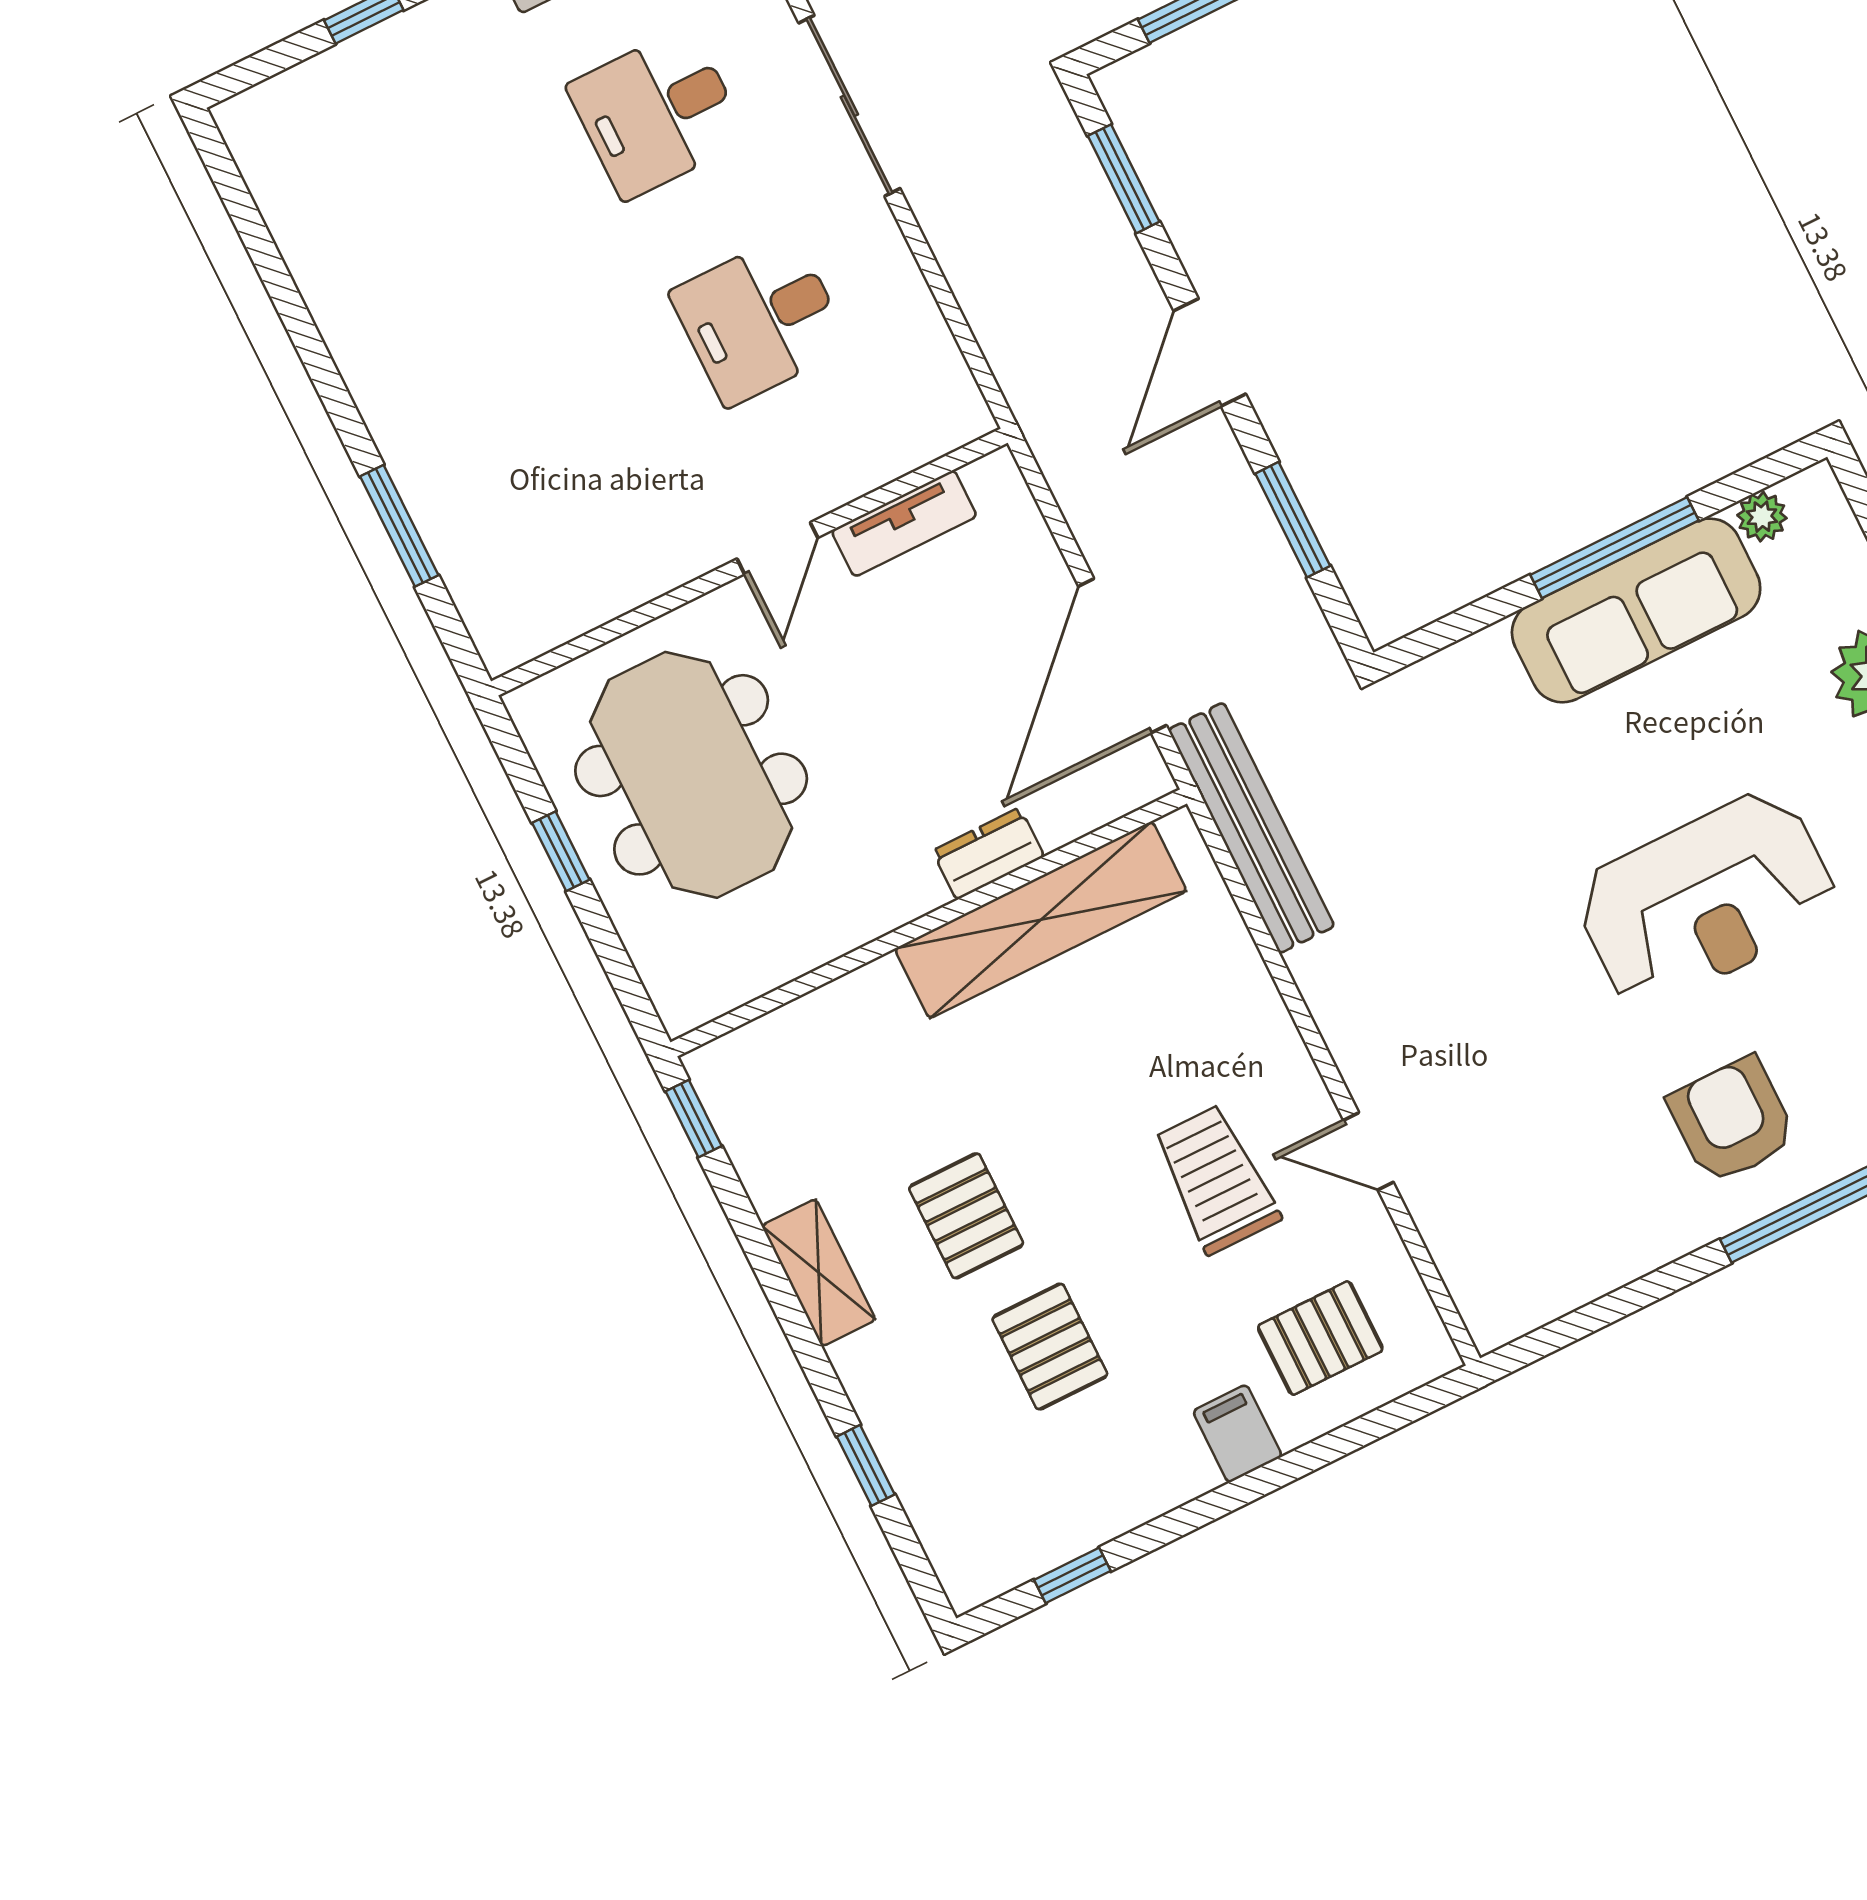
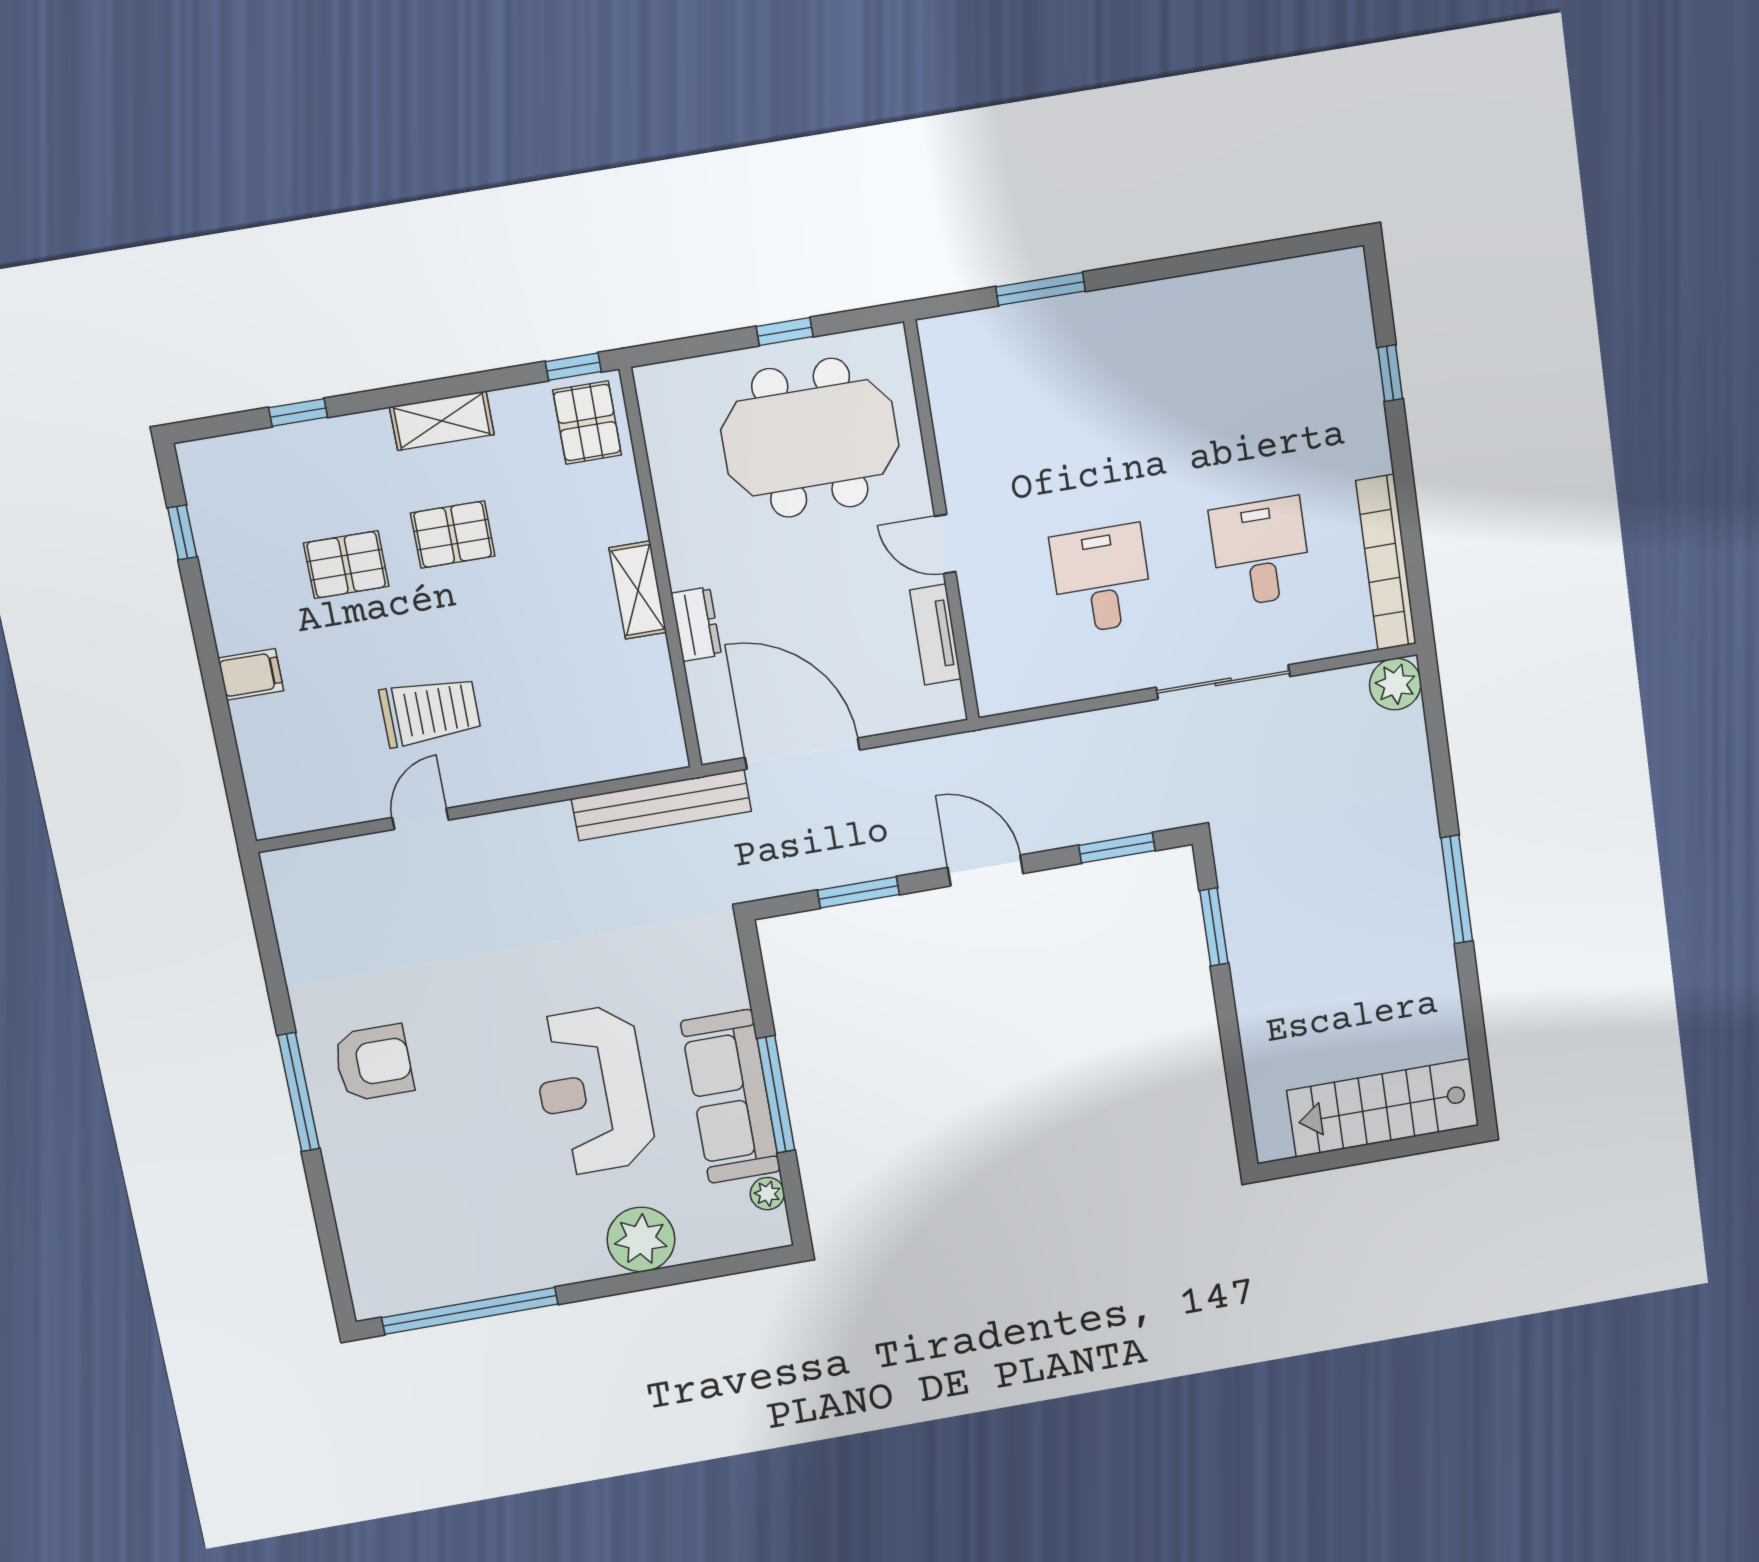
reception desk: (1706, 900) -> (593, 1091), moved
shelving: (1041, 920) -> (638, 590), width x0.45, depth x0.75
pallet: (1320, 1338) -> (587, 423), moved

